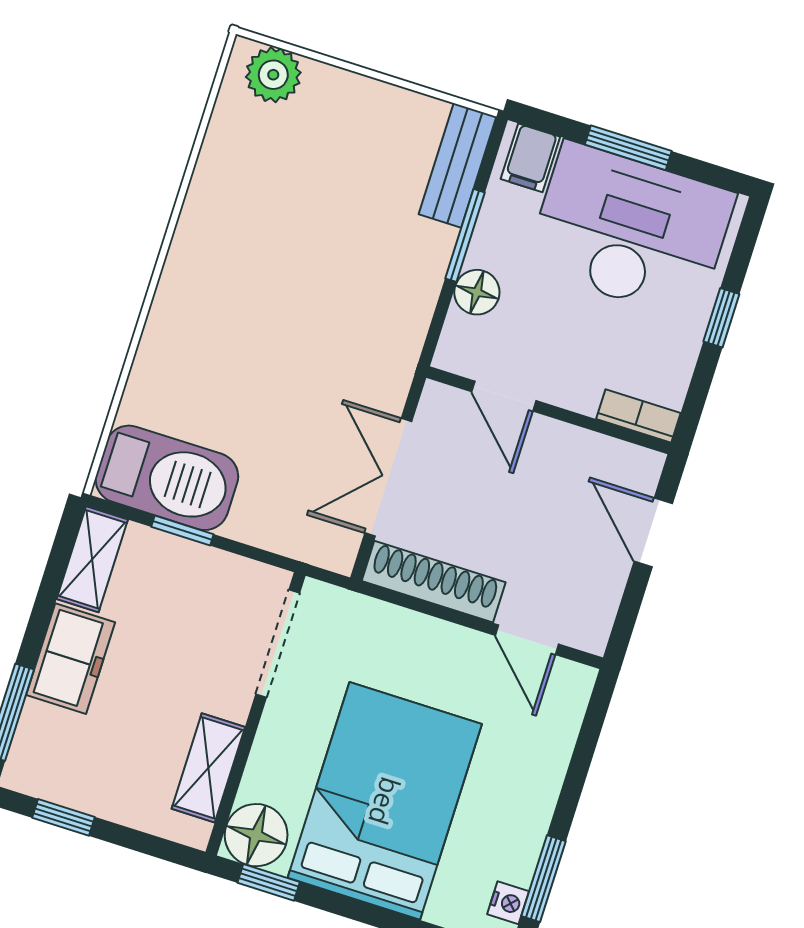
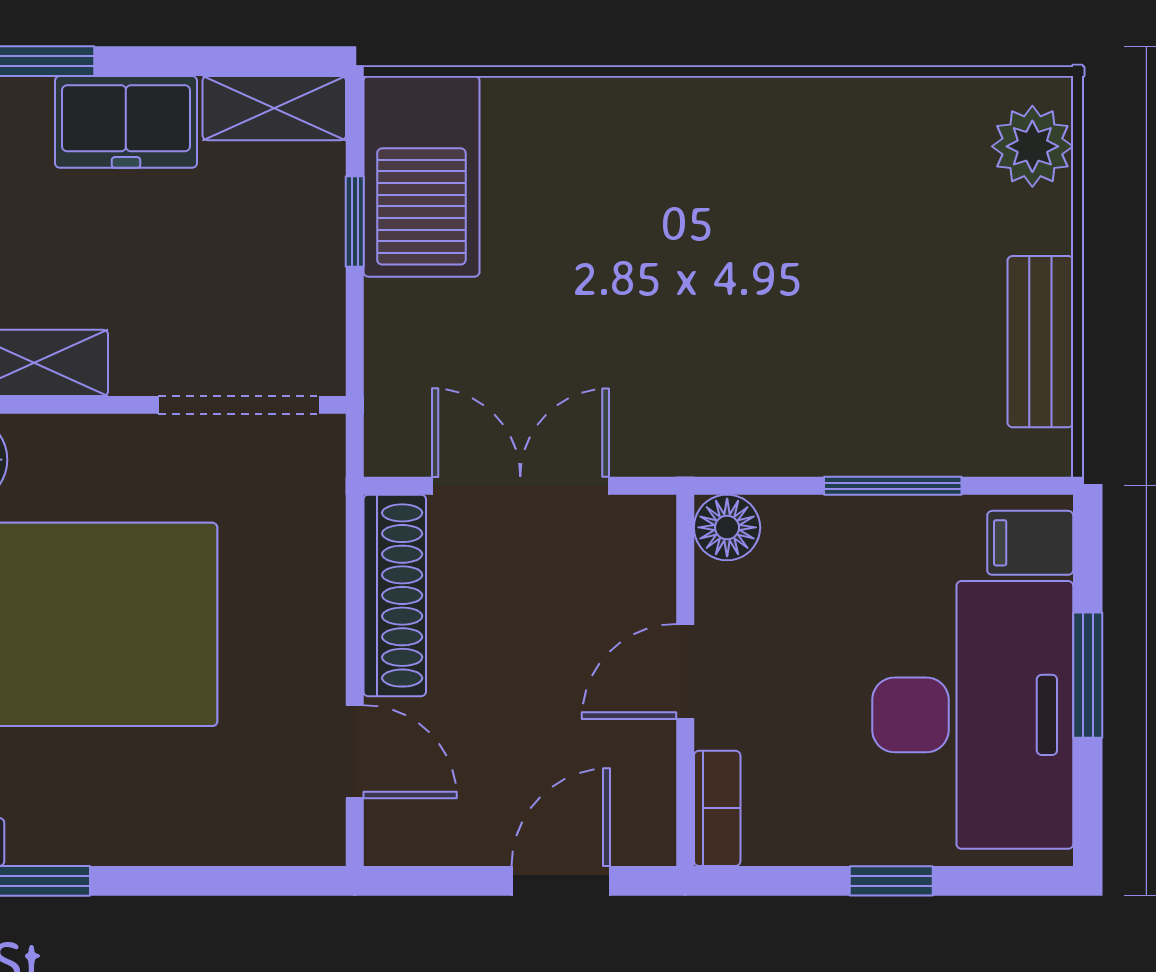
bench: (457, 165) -> (1040, 342), moved, turned 90
floor lamp: (477, 292) -> (727, 527), moved
door: (504, 396) -> (685, 671), moved
door: (527, 640) -> (355, 752), swing flipped

